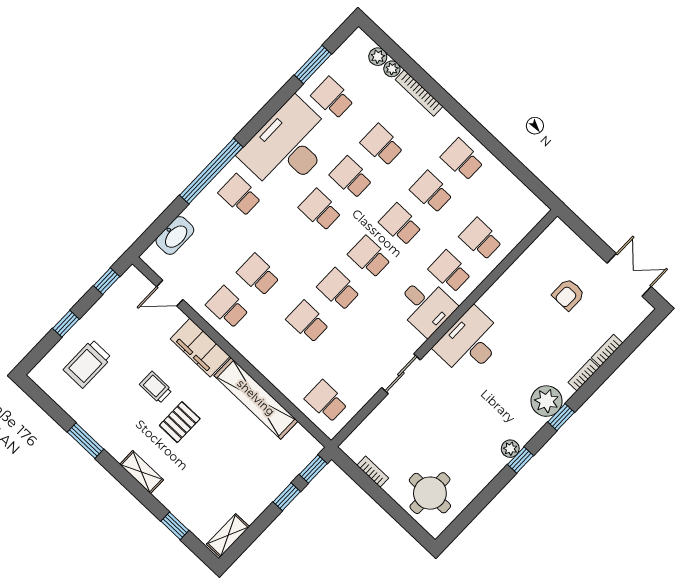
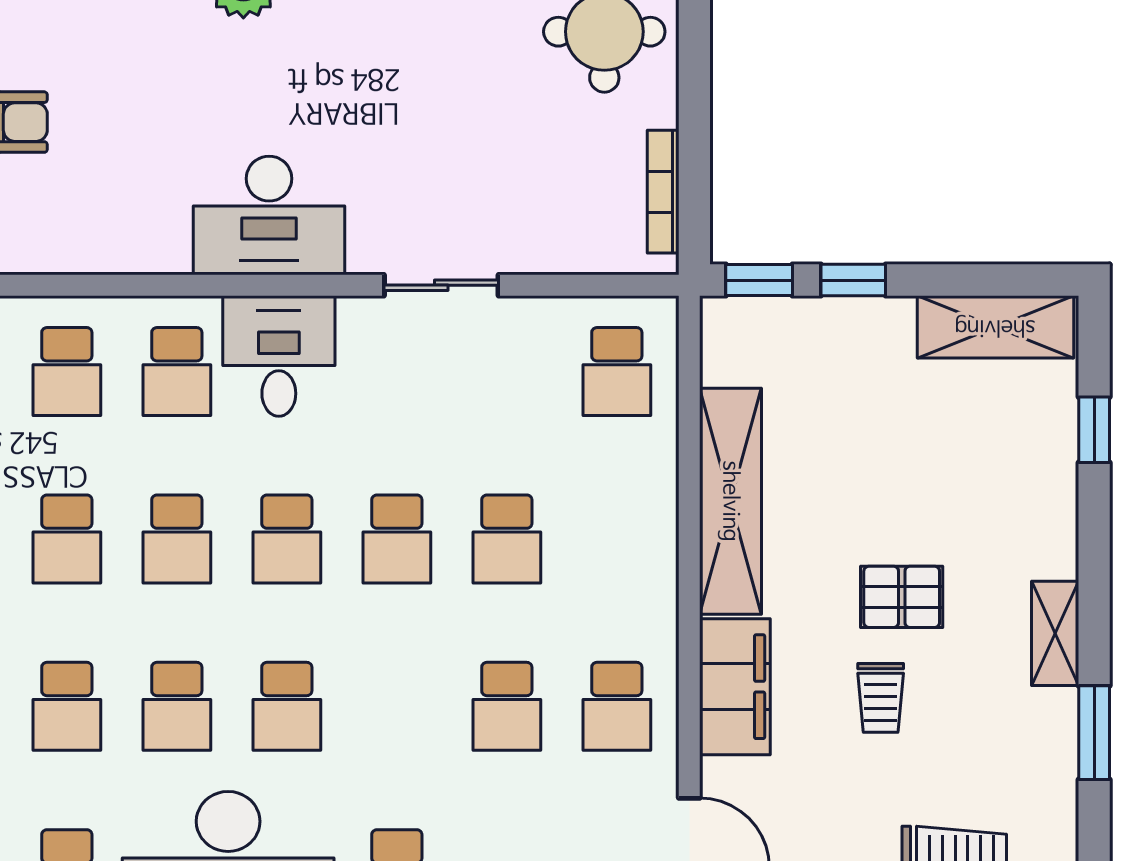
shelving: (142, 472) -> (1055, 633), moved
bookcase: (373, 472) -> (663, 192), width x1.56
shelving: (228, 535) -> (995, 327), width x1.50, depth x1.33

